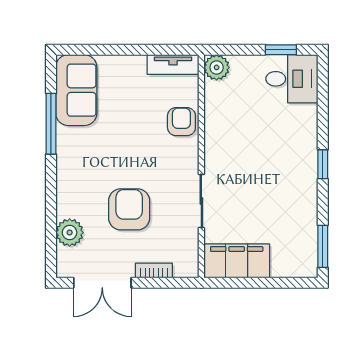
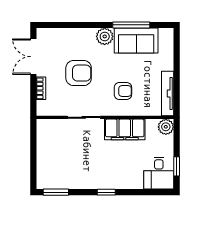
tv unit: (173, 65) -> (168, 94), width x1.41
sofa: (76, 90) -> (136, 41), moved
armchair: (181, 122) -> (123, 91), moved
plant: (70, 233) -> (105, 36), moved
filing cabinet: (237, 261) -> (125, 129), moved, turned 90

